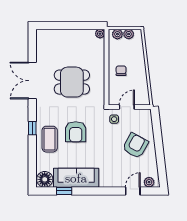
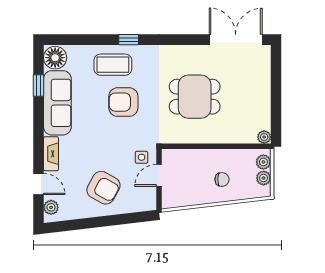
chair: (121, 71) -> (222, 179), moved
double door: (32, 81) -> (236, 40), moved
dining table: (72, 82) -> (195, 97), turned 90
door: (127, 107) -> (159, 175), swing flipped
fireplace: (112, 182) -> (51, 154), added

